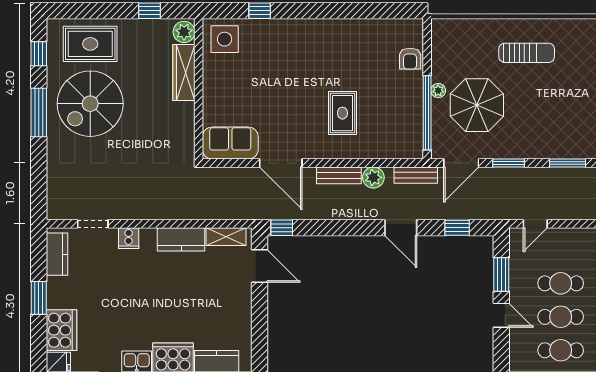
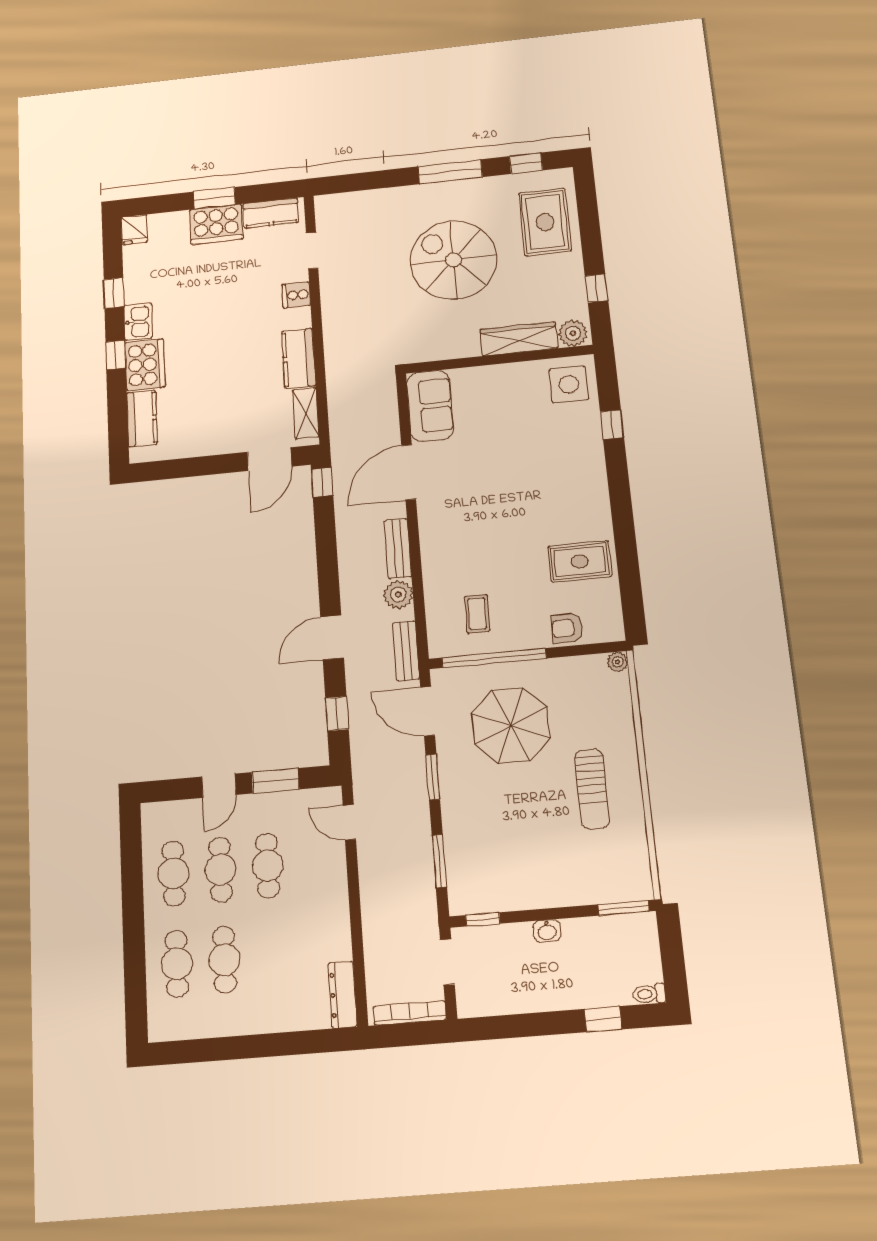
plant: (438, 91) -> (618, 662), moved
spiral stairs: (90, 104) -> (453, 260), moved
rug: (342, 113) -> (580, 561), moved
coffee table: (393, 122) -> (477, 614), added
cooker: (61, 330) -> (216, 224), moved

